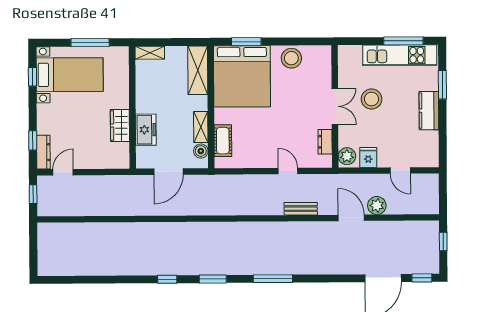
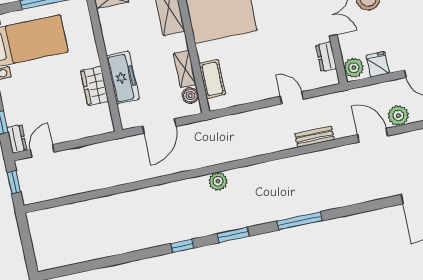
freezer: (146, 130) -> (123, 78), width x1.40
dresser: (43, 152) -> (17, 139), width x0.70
plant: (209, 230) -> (218, 181), added

